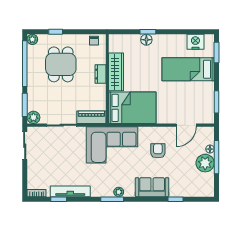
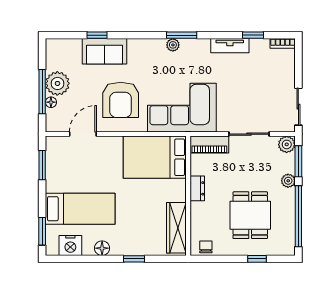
plant: (32, 39) -> (288, 181), moved
floor lamp: (146, 40) -> (102, 248), moved
wardrobe: (116, 72) -> (176, 228), moved
dresser: (100, 74) -> (197, 188), moved
armchair: (158, 151) -> (121, 100), width x1.88, depth x1.88
sofa: (152, 187) -> (104, 51), moved
tv unit: (70, 191) -> (230, 46), width x0.71

